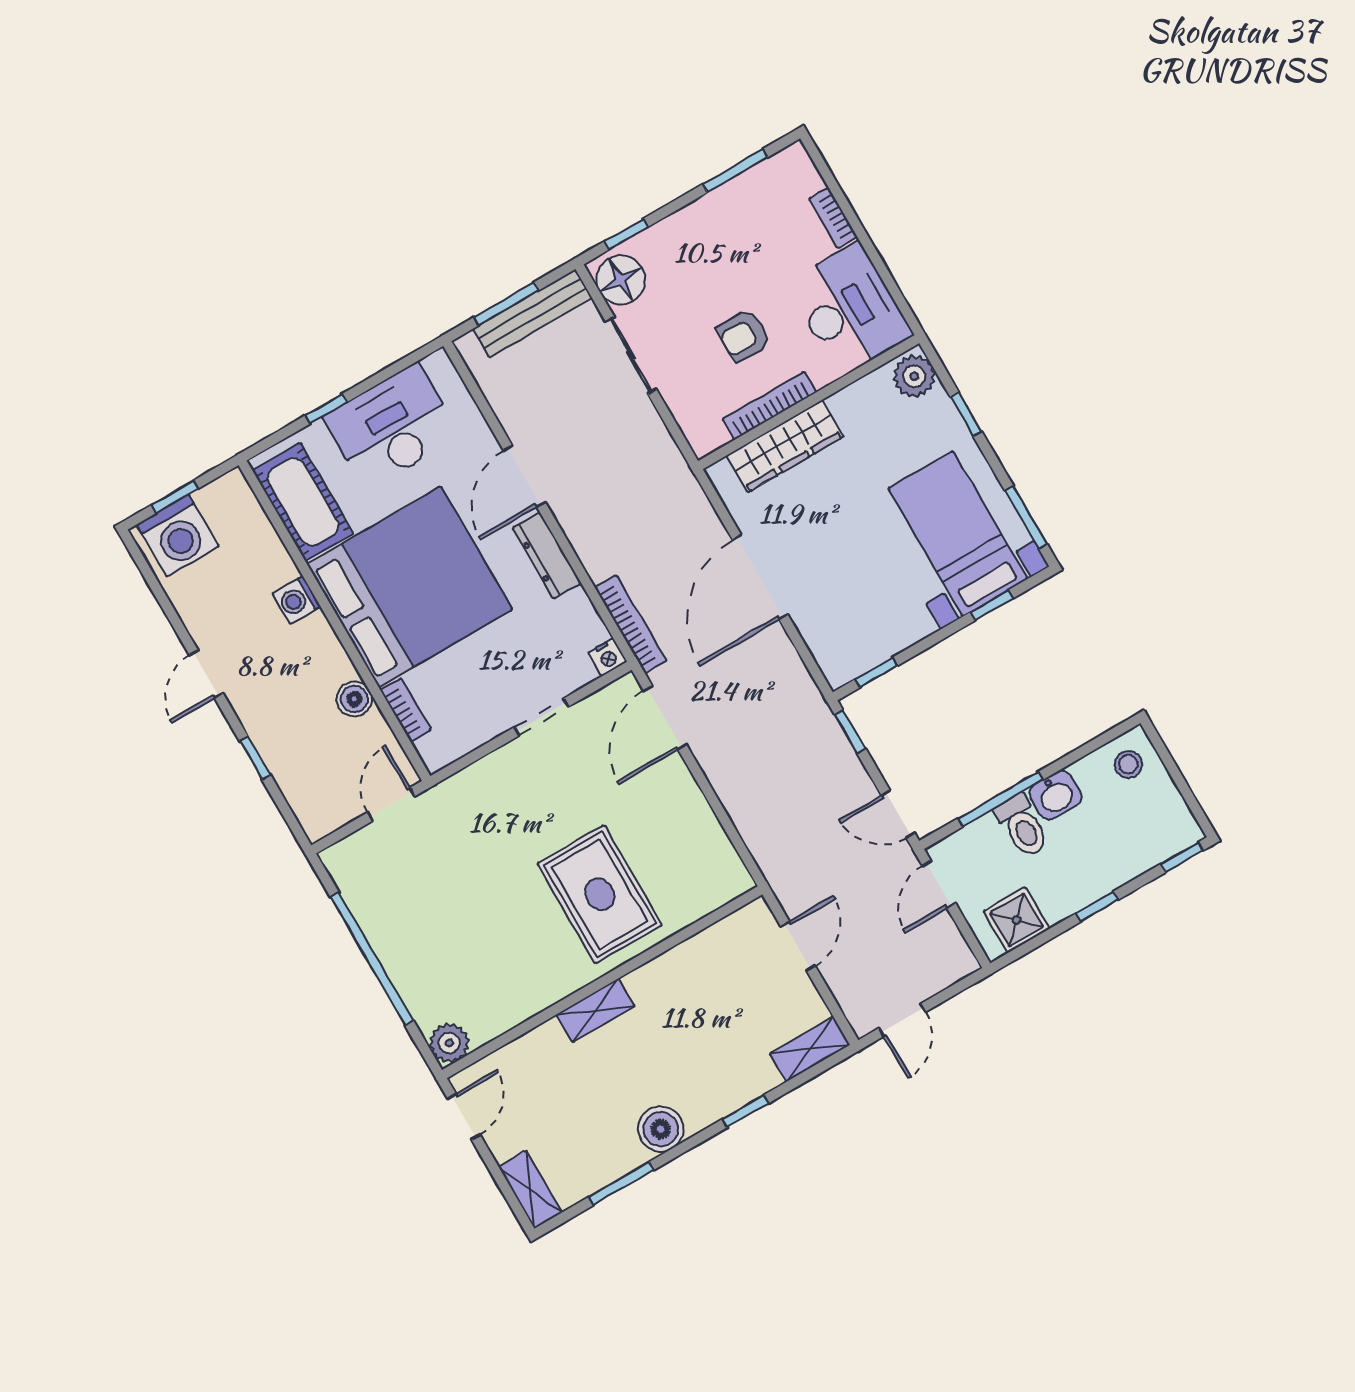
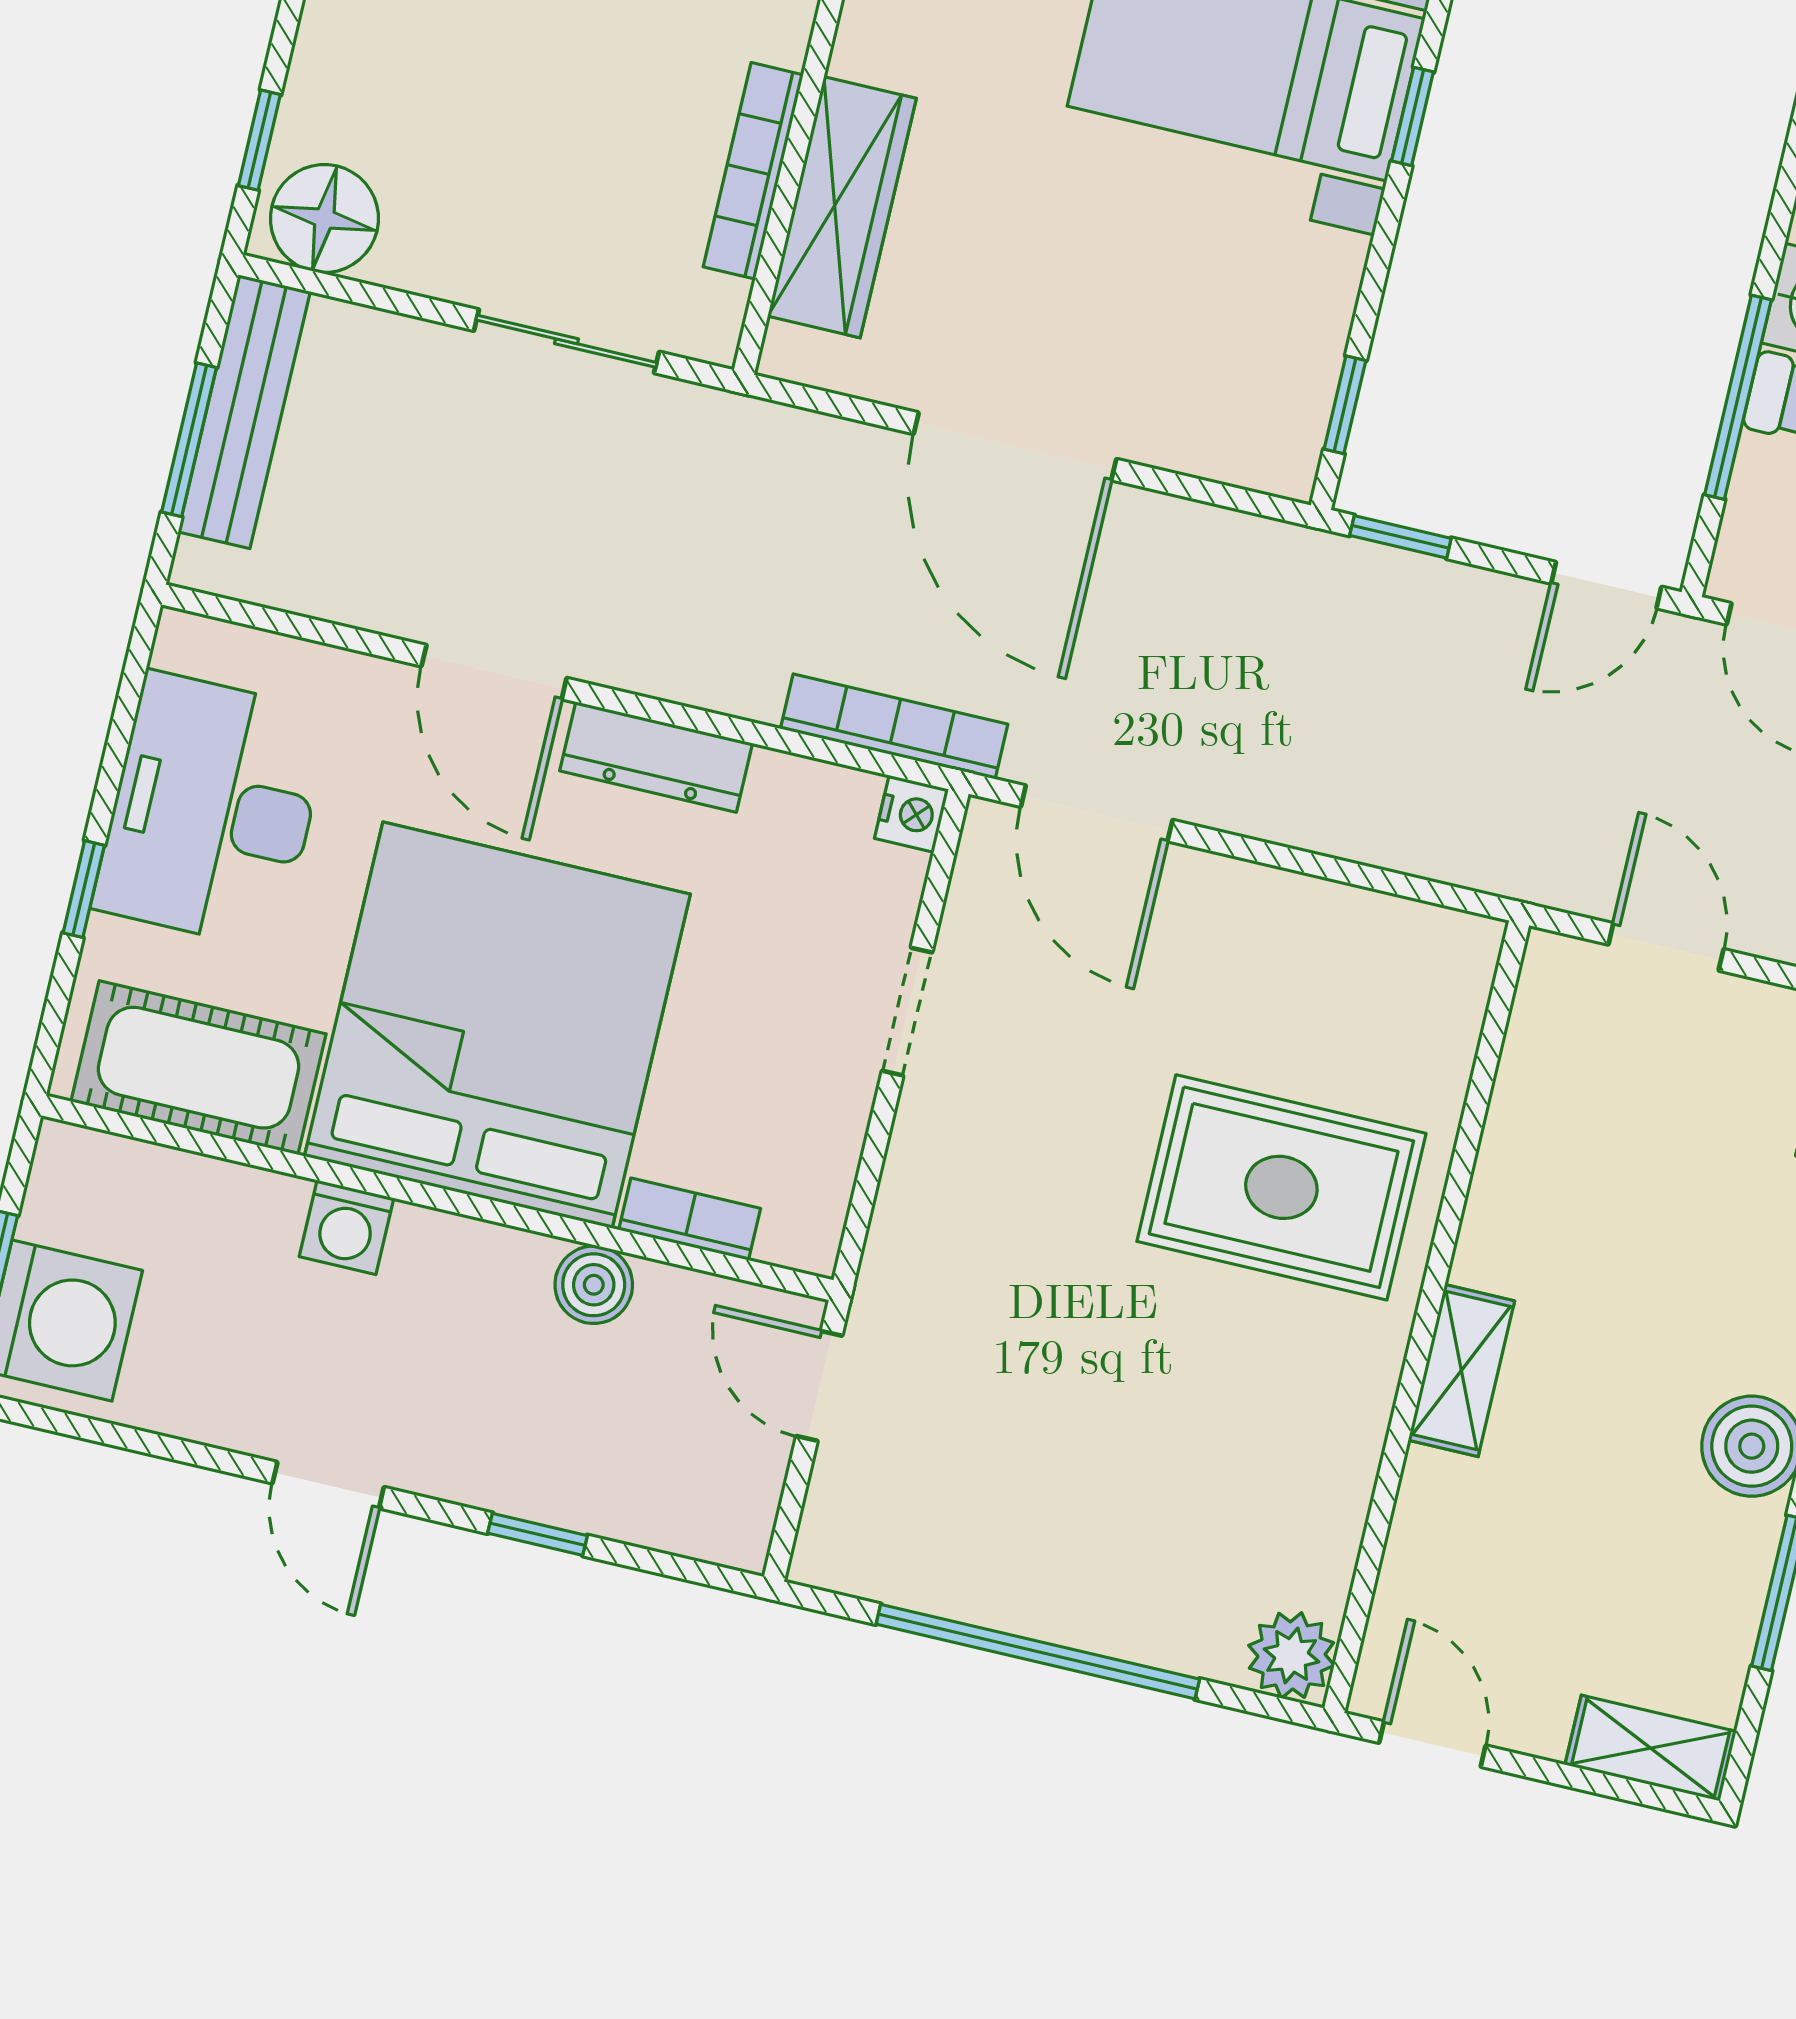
armchair: (744, 336) -> (602, 105), removed
sliding door: (631, 355) -> (566, 341), moved

